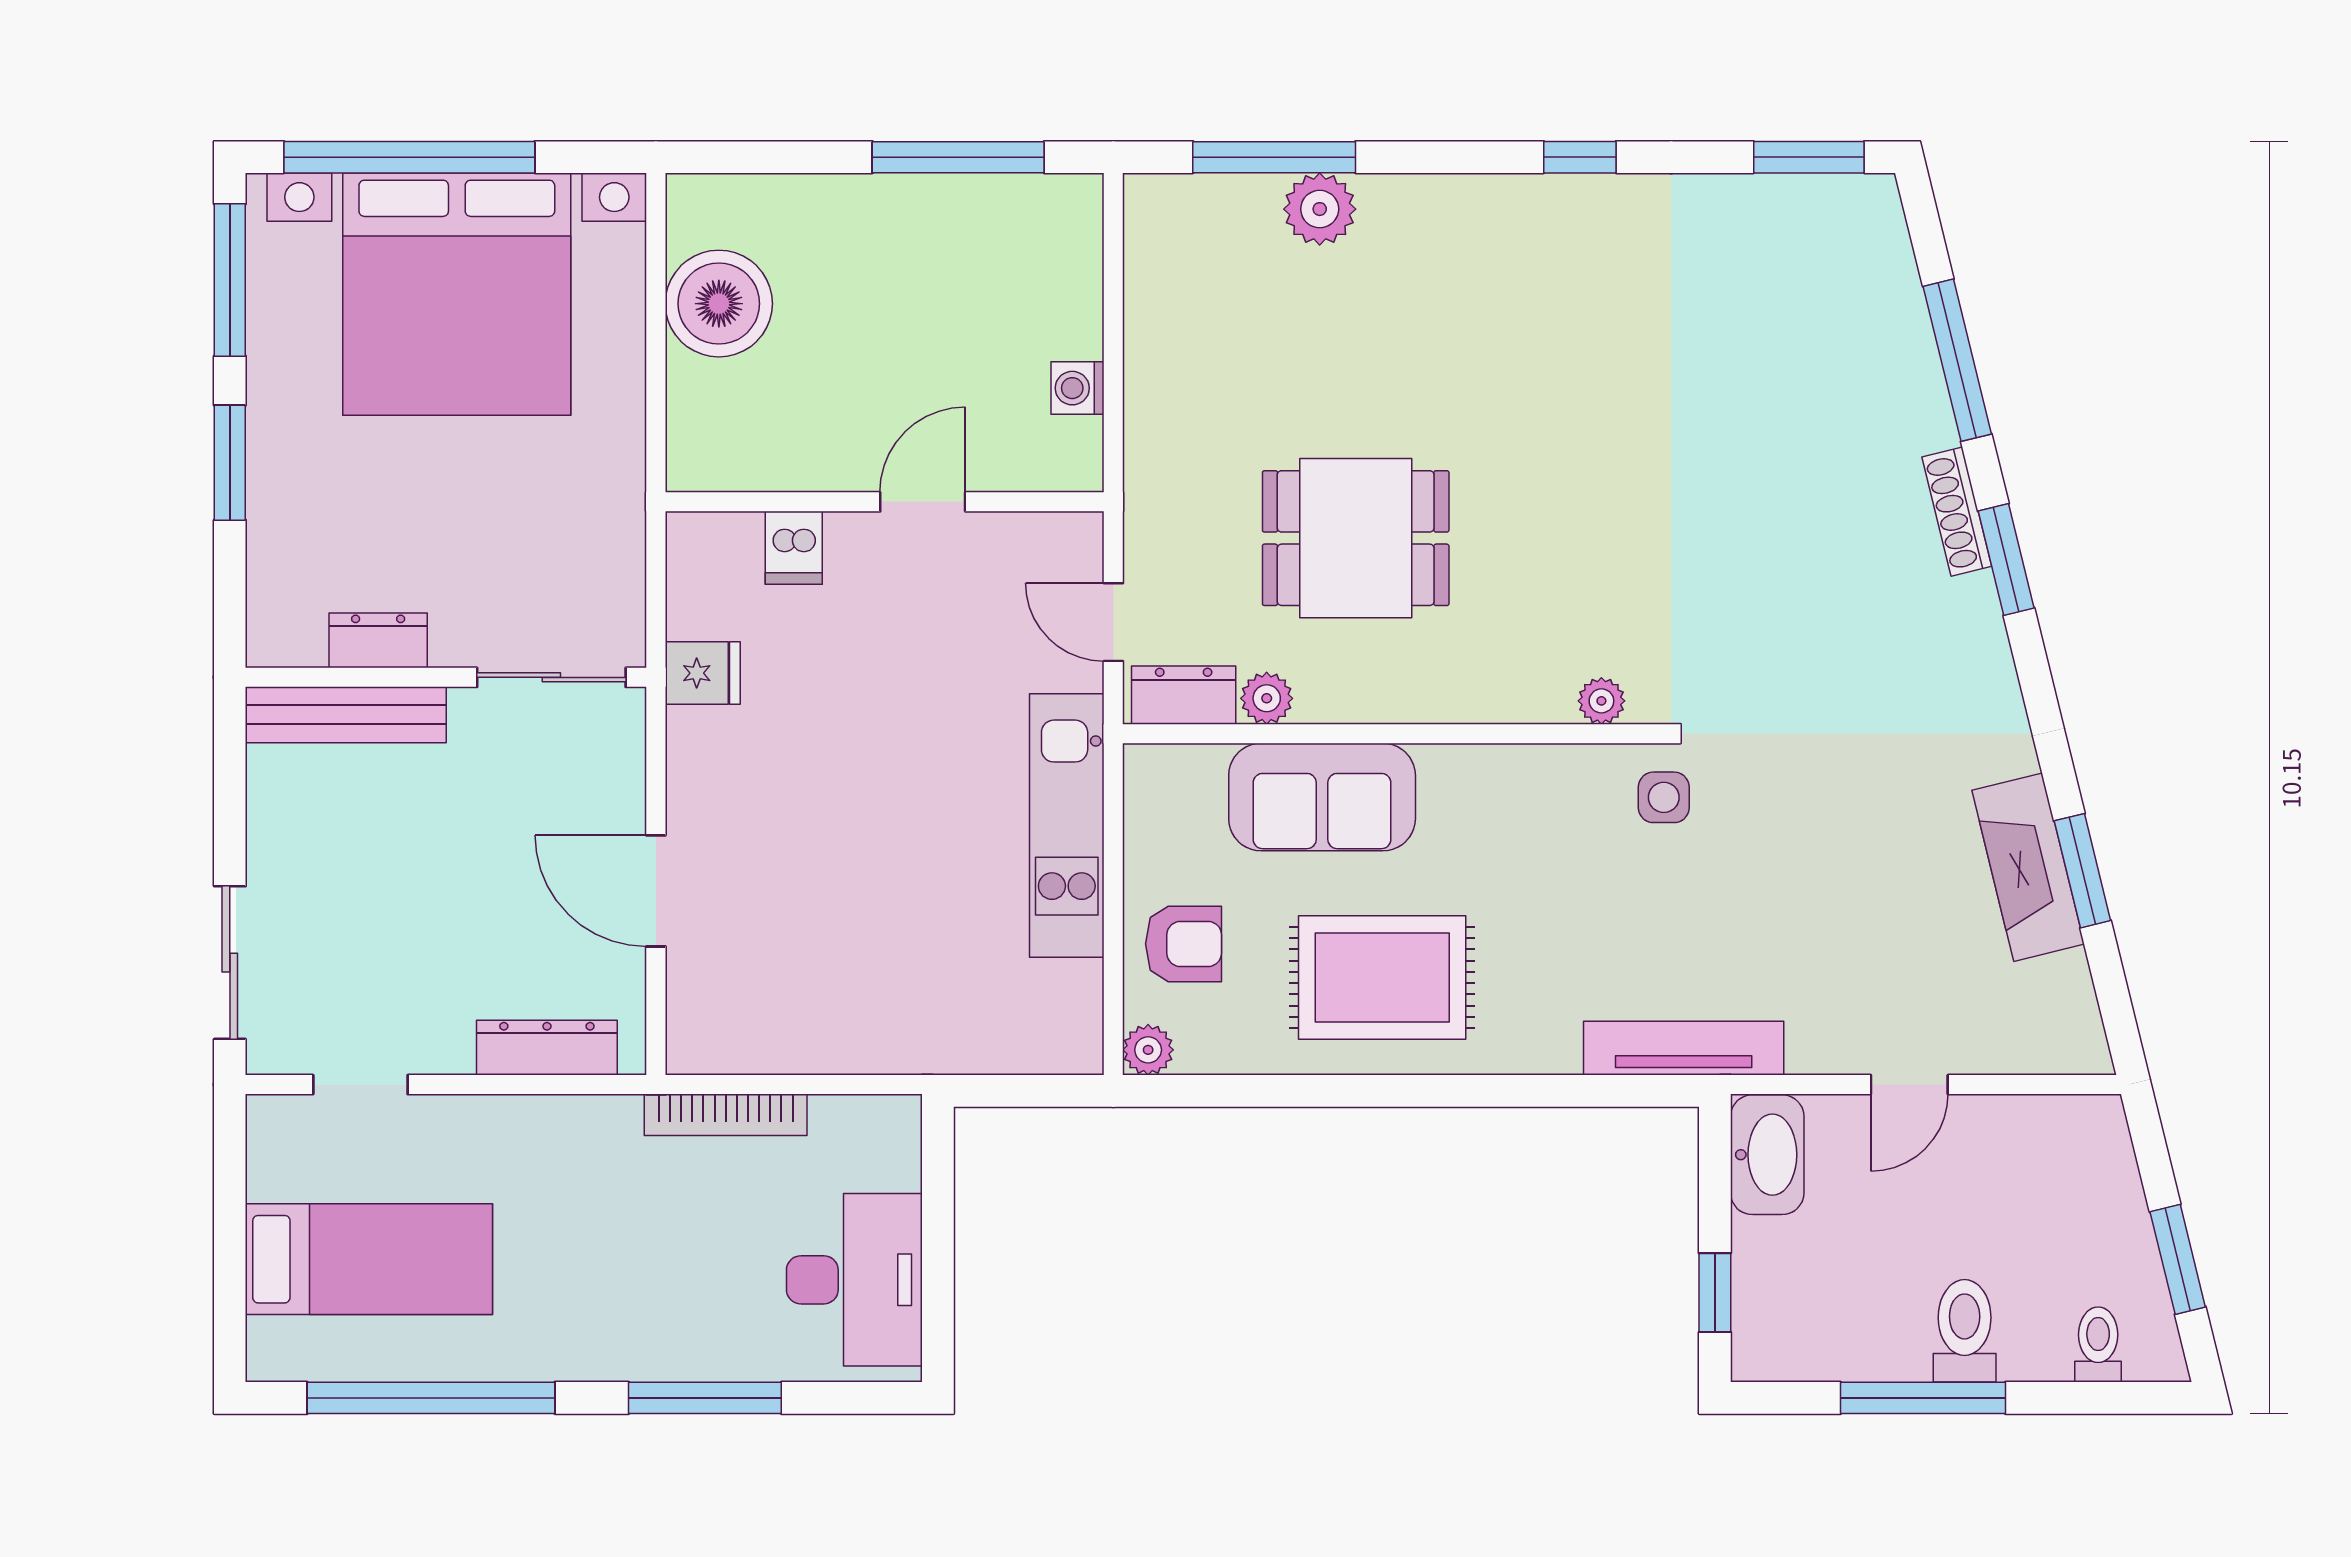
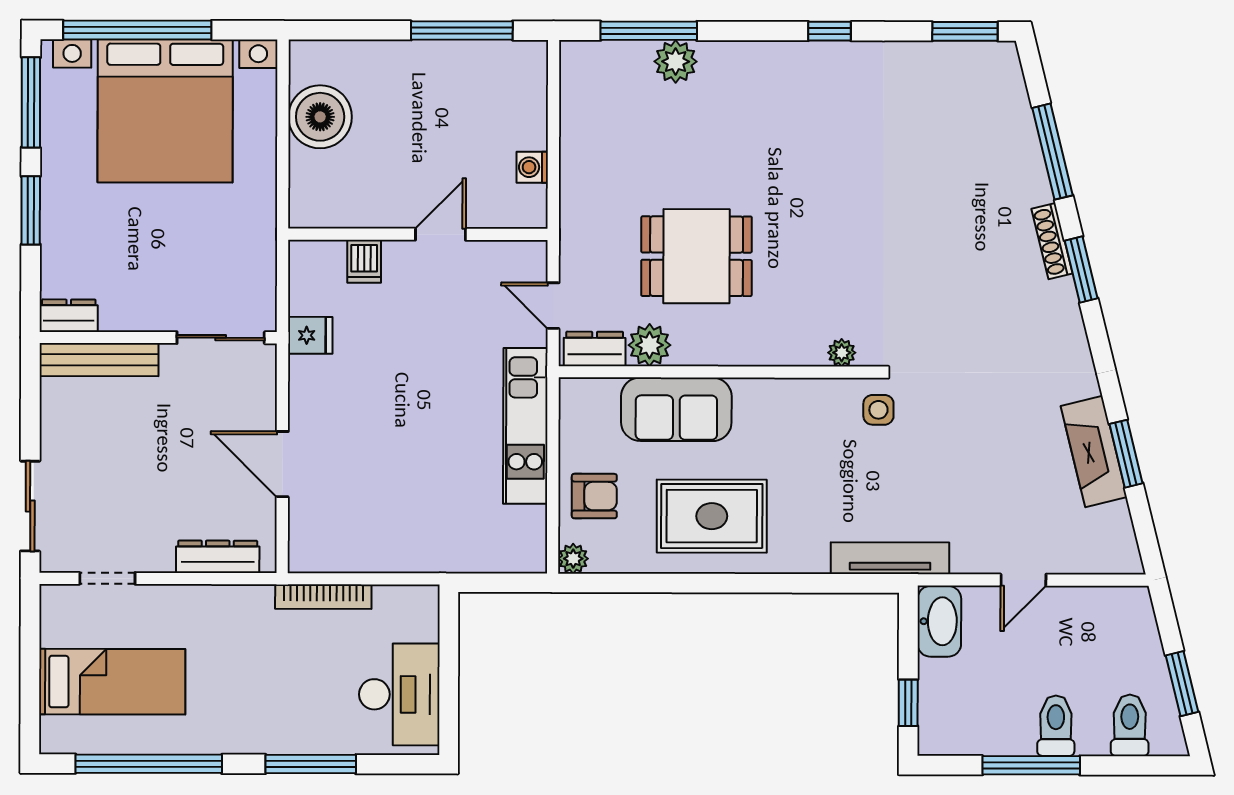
dresser: (378, 640) -> (69, 316), moved
plant: (1267, 698) -> (650, 345), width x1.38, depth x1.38
toilet: (2098, 1345) -> (1130, 725), width x1.37, depth x1.39

